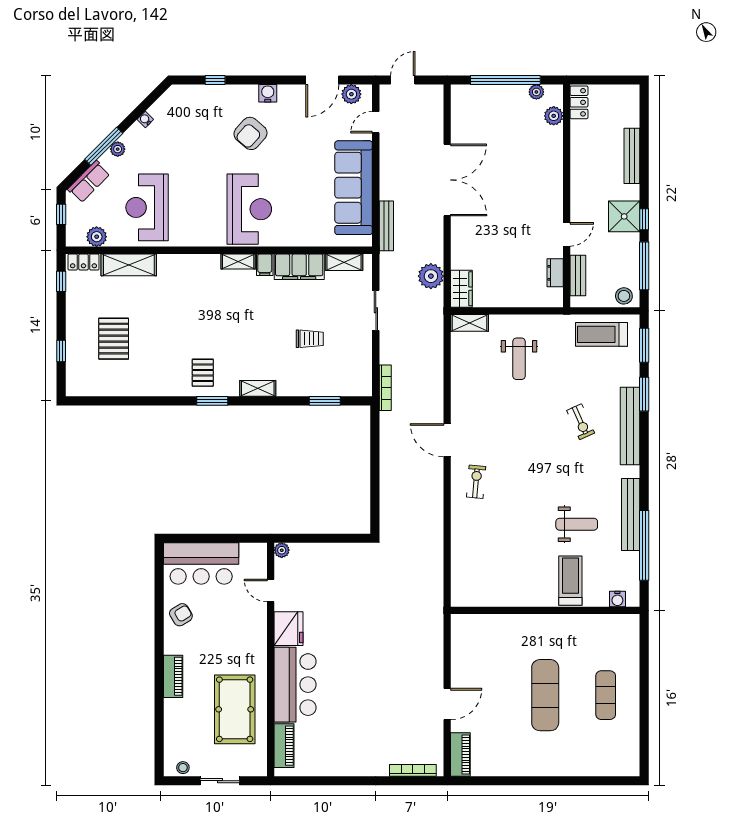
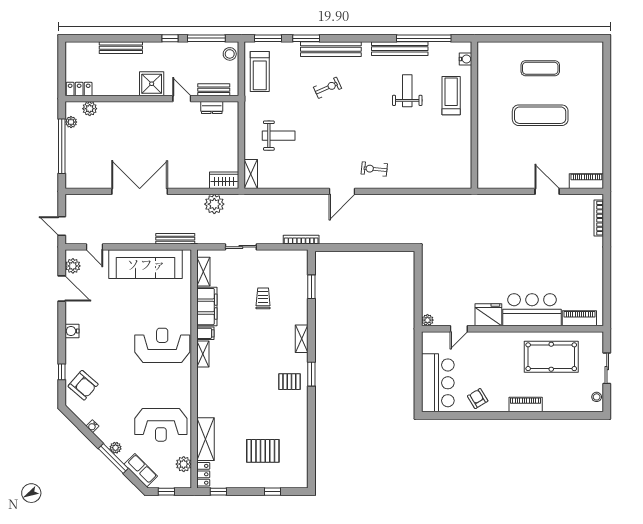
armchair: (251, 133) -> (83, 385), moved
shower: (624, 216) -> (152, 84), moved
treadmill: (570, 581) -> (451, 96), turned 90

